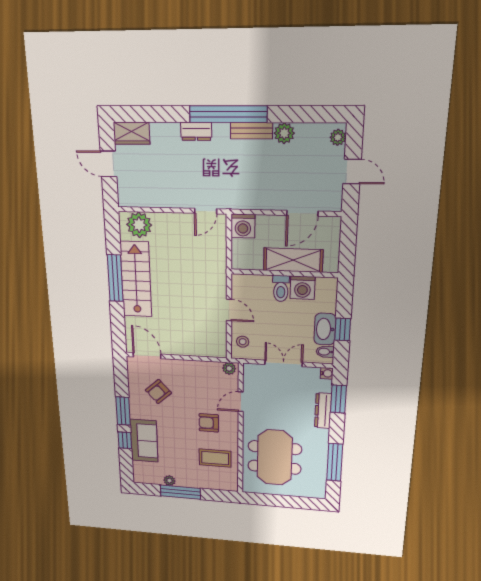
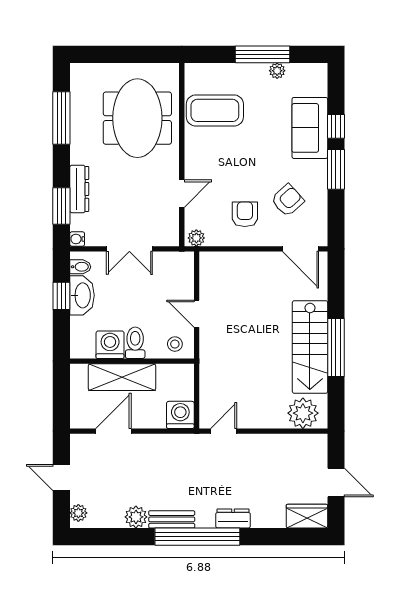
stool: (243, 342) -> (175, 344), moved
armchair: (209, 423) -> (245, 214), moved, turned -90
coffee table: (215, 458) -> (215, 110), width x1.36, depth x1.32

